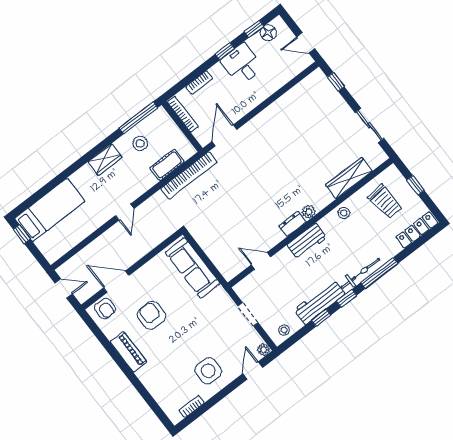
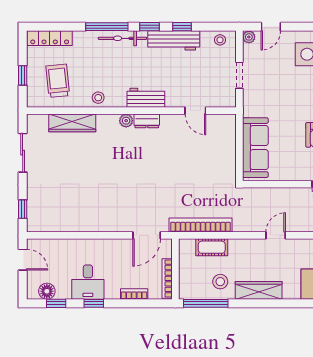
wardrobe: (105, 160) -> (259, 290), width x1.50

